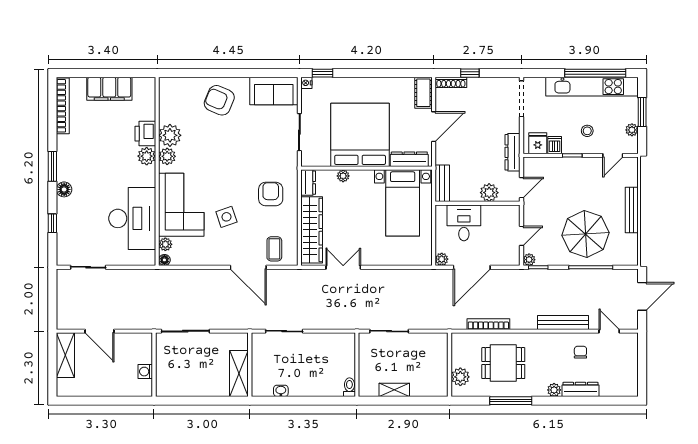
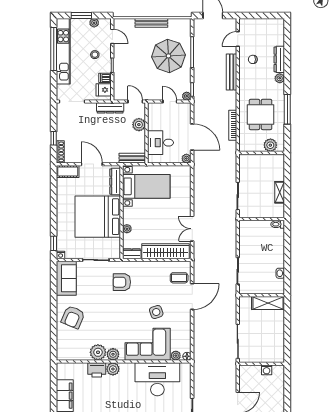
armchair: (271, 194) -> (122, 282), moved

